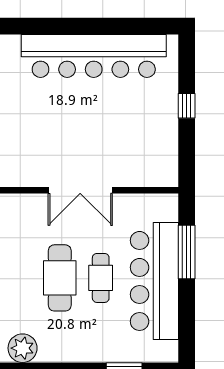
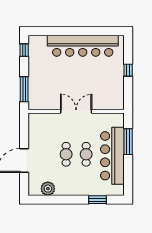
double door: (80, 190) -> (76, 111), swing flipped
cafe table: (60, 278) -> (66, 154), width x0.73, depth x0.74

